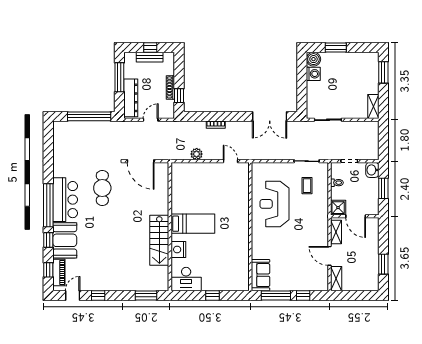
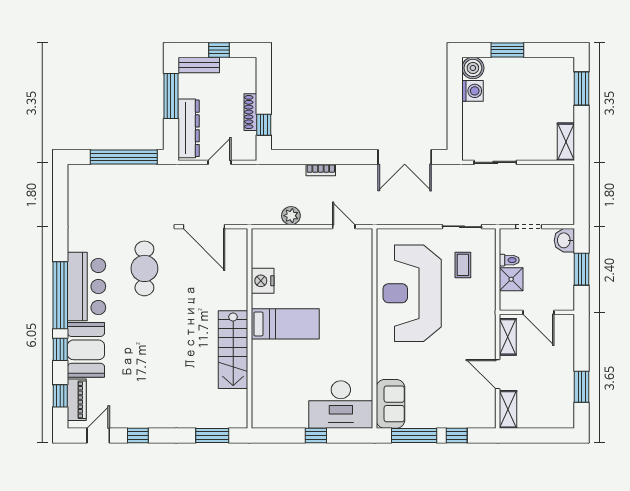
bench: (150, 57) -> (199, 65), moved
reception desk: (274, 204) -> (412, 293), width x1.36, depth x1.30
shower: (338, 208) -> (511, 279), moved
nightstand: (178, 249) -> (263, 281), moved
desk: (186, 279) -> (341, 405), moved, width x1.36, depth x1.30

